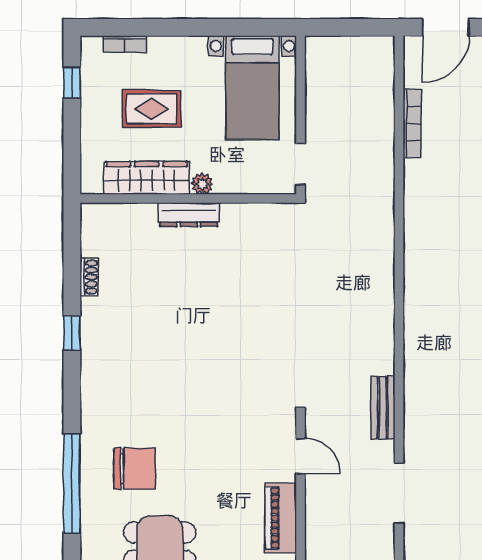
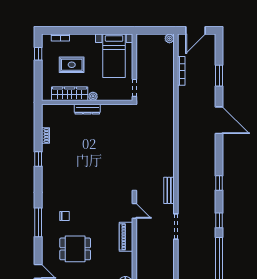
plant: (384, 46) -> (169, 38), added
chair: (134, 469) -> (64, 216), width x0.54, depth x0.54
window: (72, 484) -> (38, 222), width x0.68

